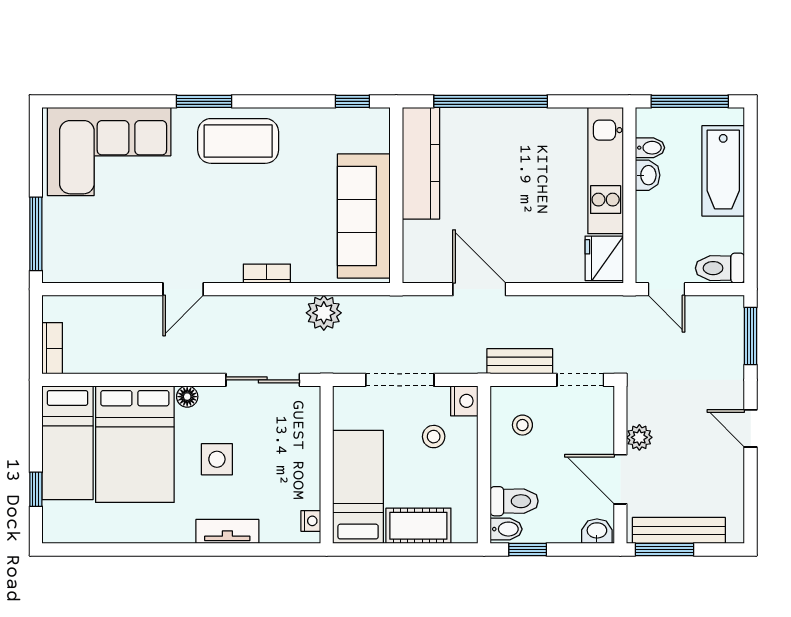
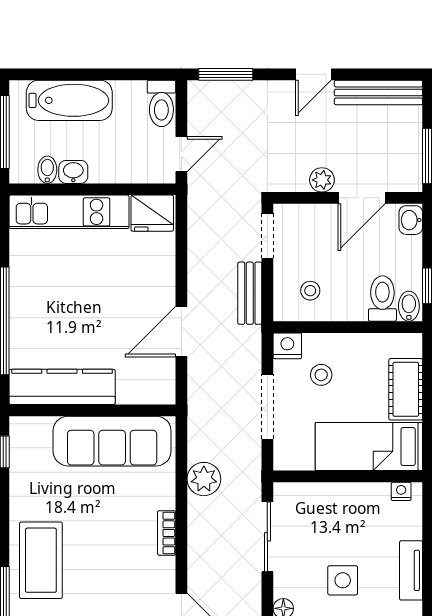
bench: (679, 530) -> (378, 92), moved, turned 90

